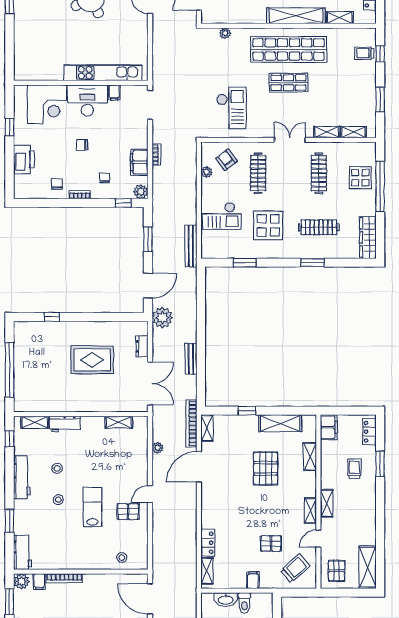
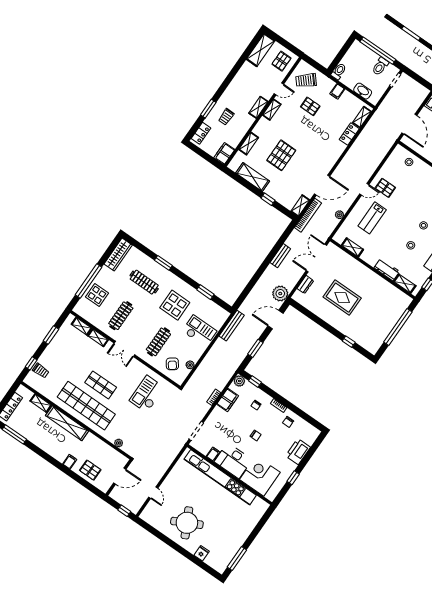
kitchen unit: (103, 73) -> (220, 477), width x1.36
lab bench: (92, 507) -> (372, 218), moved
toilet: (244, 603) -> (339, 71), moved

